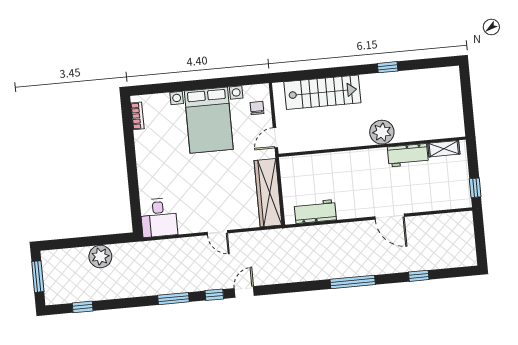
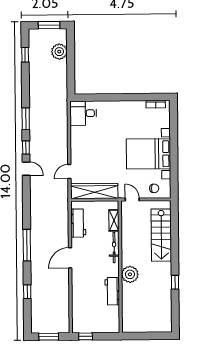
shelving: (444, 149) -> (114, 220), moved
bicycle: (346, 158) -> (114, 248), added
door: (390, 217) -> (70, 258), moved
door: (217, 233) -> (69, 172), moved
window: (480, 240) -> (49, 337), added
plant: (100, 257) -> (59, 52), moved

